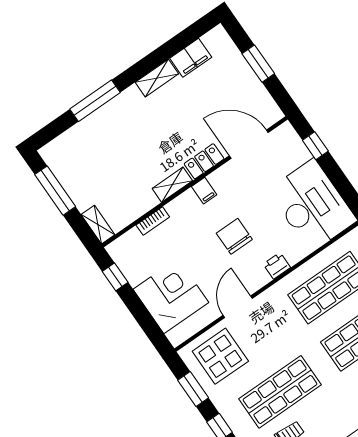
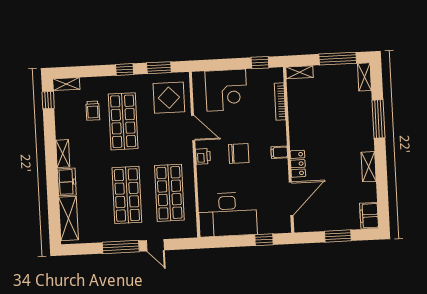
filing cabinet: (191, 58) -> (369, 216), moved
shelving: (172, 185) -> (364, 77), moved
bookcase: (153, 221) -> (280, 101), width x1.56
printer: (277, 266) -> (203, 156), moved

